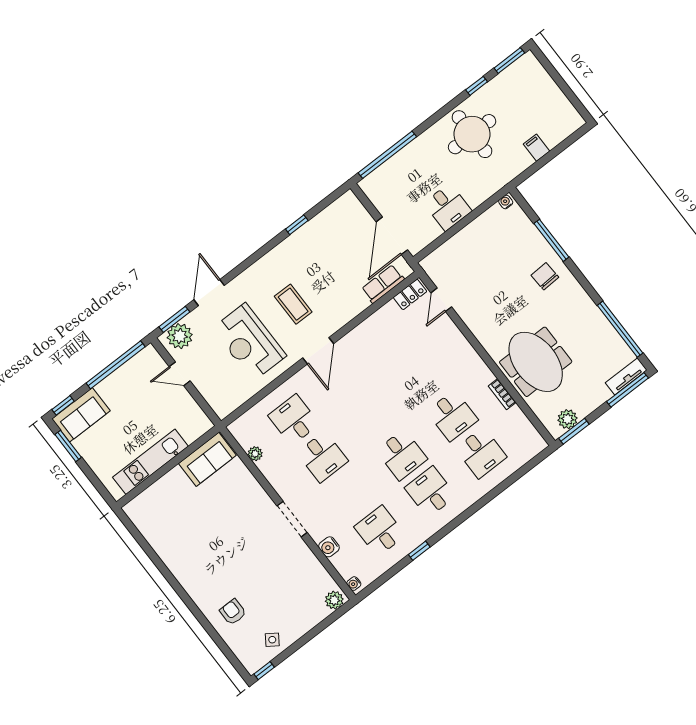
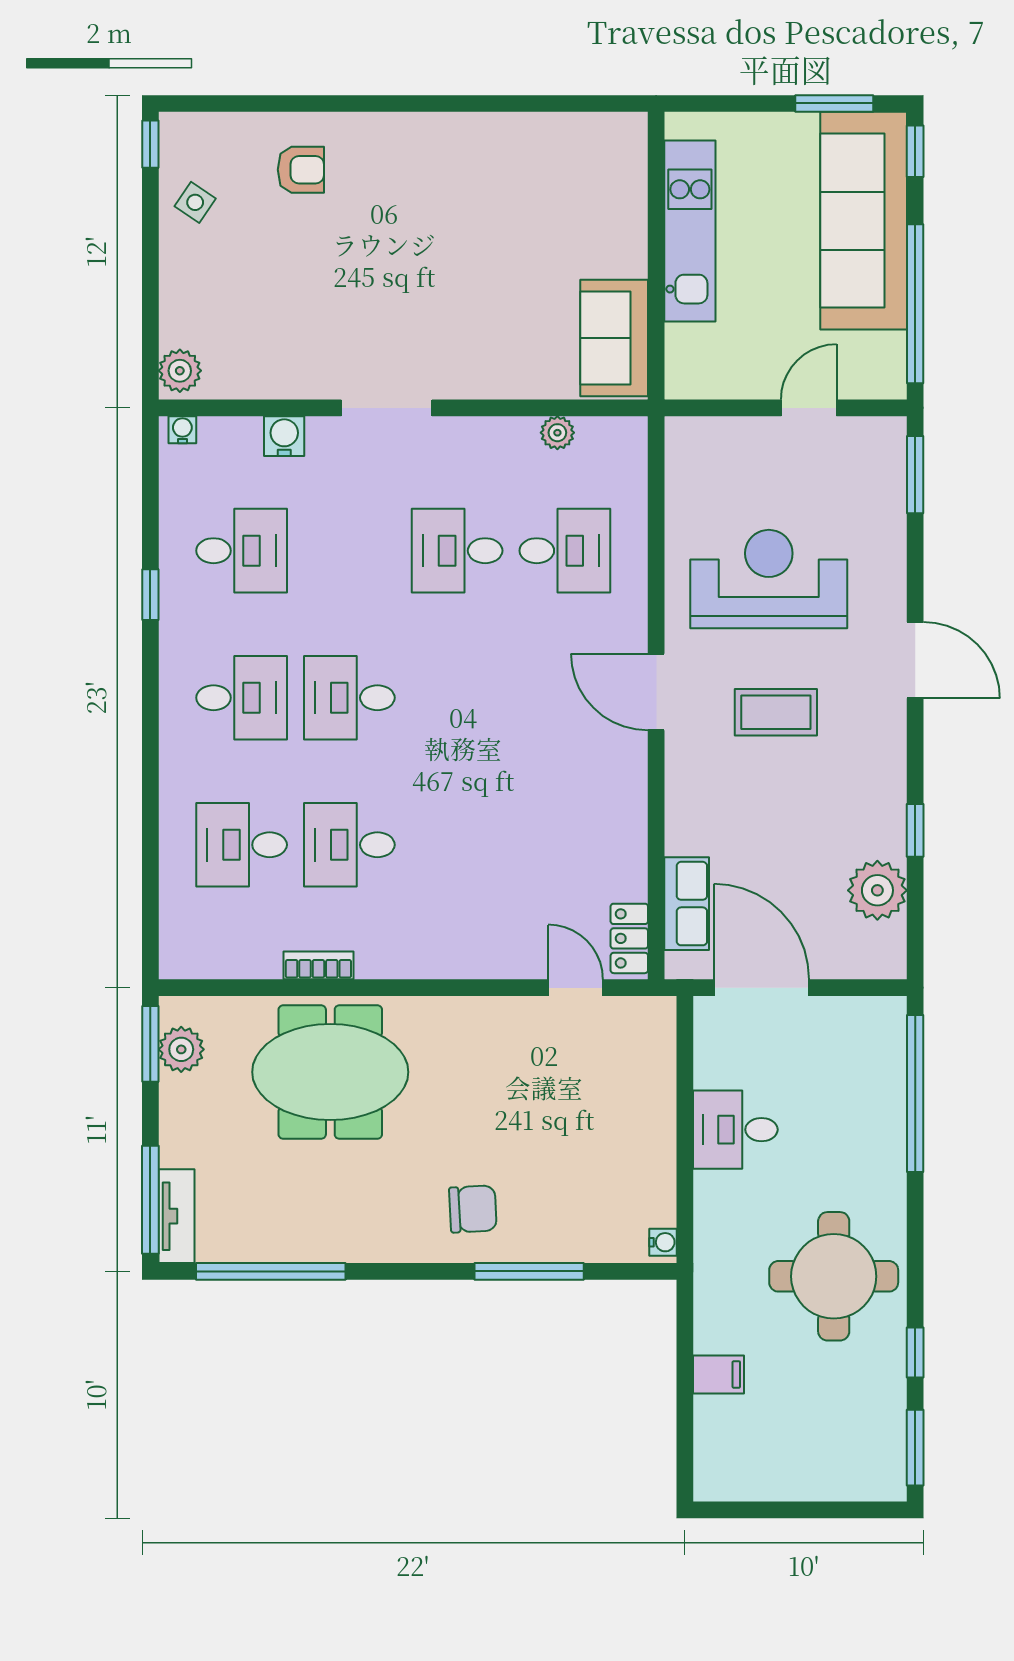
door: (209, 293) -> (915, 660), moved
plant: (180, 336) -> (877, 890), moved
sofa: (81, 415) -> (864, 221), width x1.85, depth x1.27

